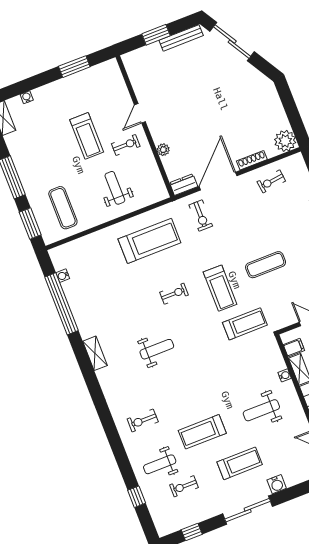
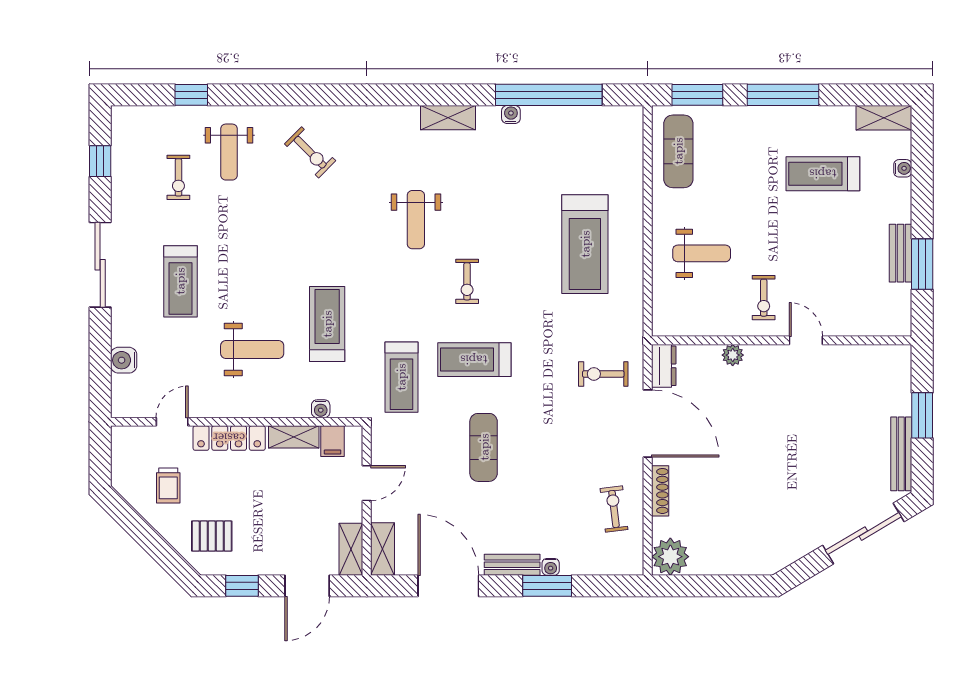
bench: (73, 81) -> (900, 253), added
treadmill: (87, 136) -> (823, 174), moved
exercise mat: (63, 208) -> (678, 151), moved, turned 90
treadmill: (149, 241) -> (585, 244), moved
water cooler: (63, 276) -> (511, 115), moved
exercise bike: (174, 294) -> (467, 281), moved
water cooler: (285, 375) -> (321, 409), moved
weight bench: (261, 410) -> (252, 349), turned 90
exercise bike: (143, 420) -> (310, 152), turned 135
treadmill: (202, 432) -> (327, 324), moved
weight bench: (160, 464) -> (229, 152), turned 180
water cooler: (277, 484) -> (124, 360), moved
exercise bike: (184, 486) -> (178, 177), turned 180

